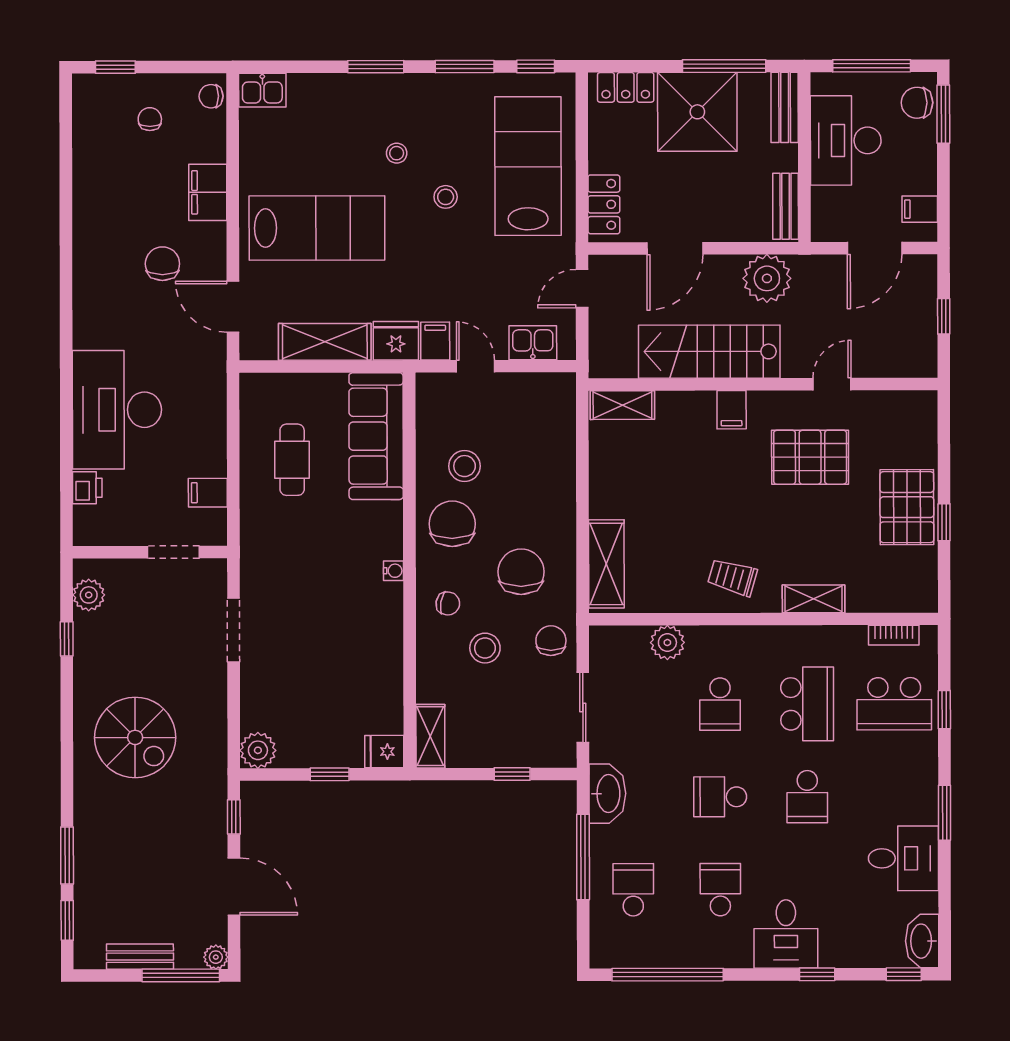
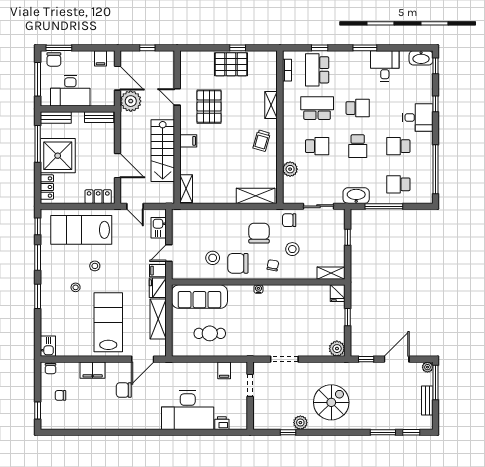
plant: (767, 278) -> (131, 101), moved
chair: (521, 572) -> (259, 233), turned 90
plant: (89, 595) -> (300, 423), moved
school desk: (894, 704) -> (317, 70), turned 180

